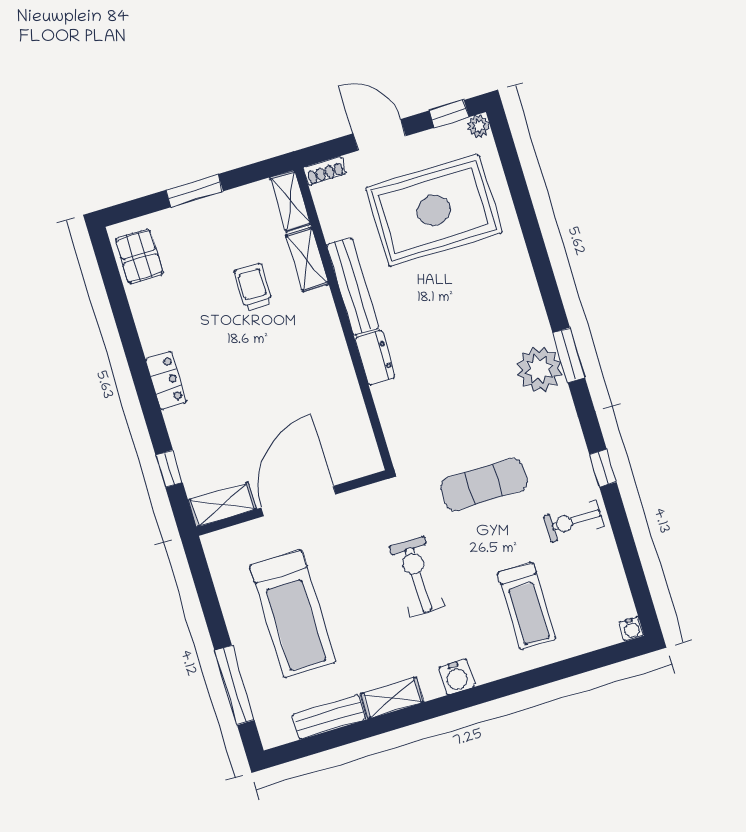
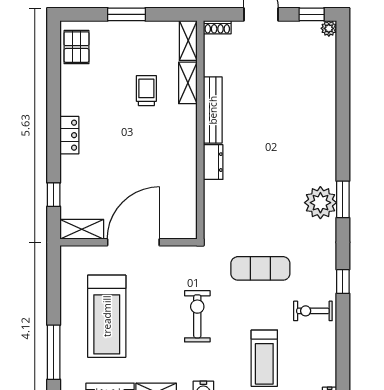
rug: (434, 210) -> (282, 76), removed

